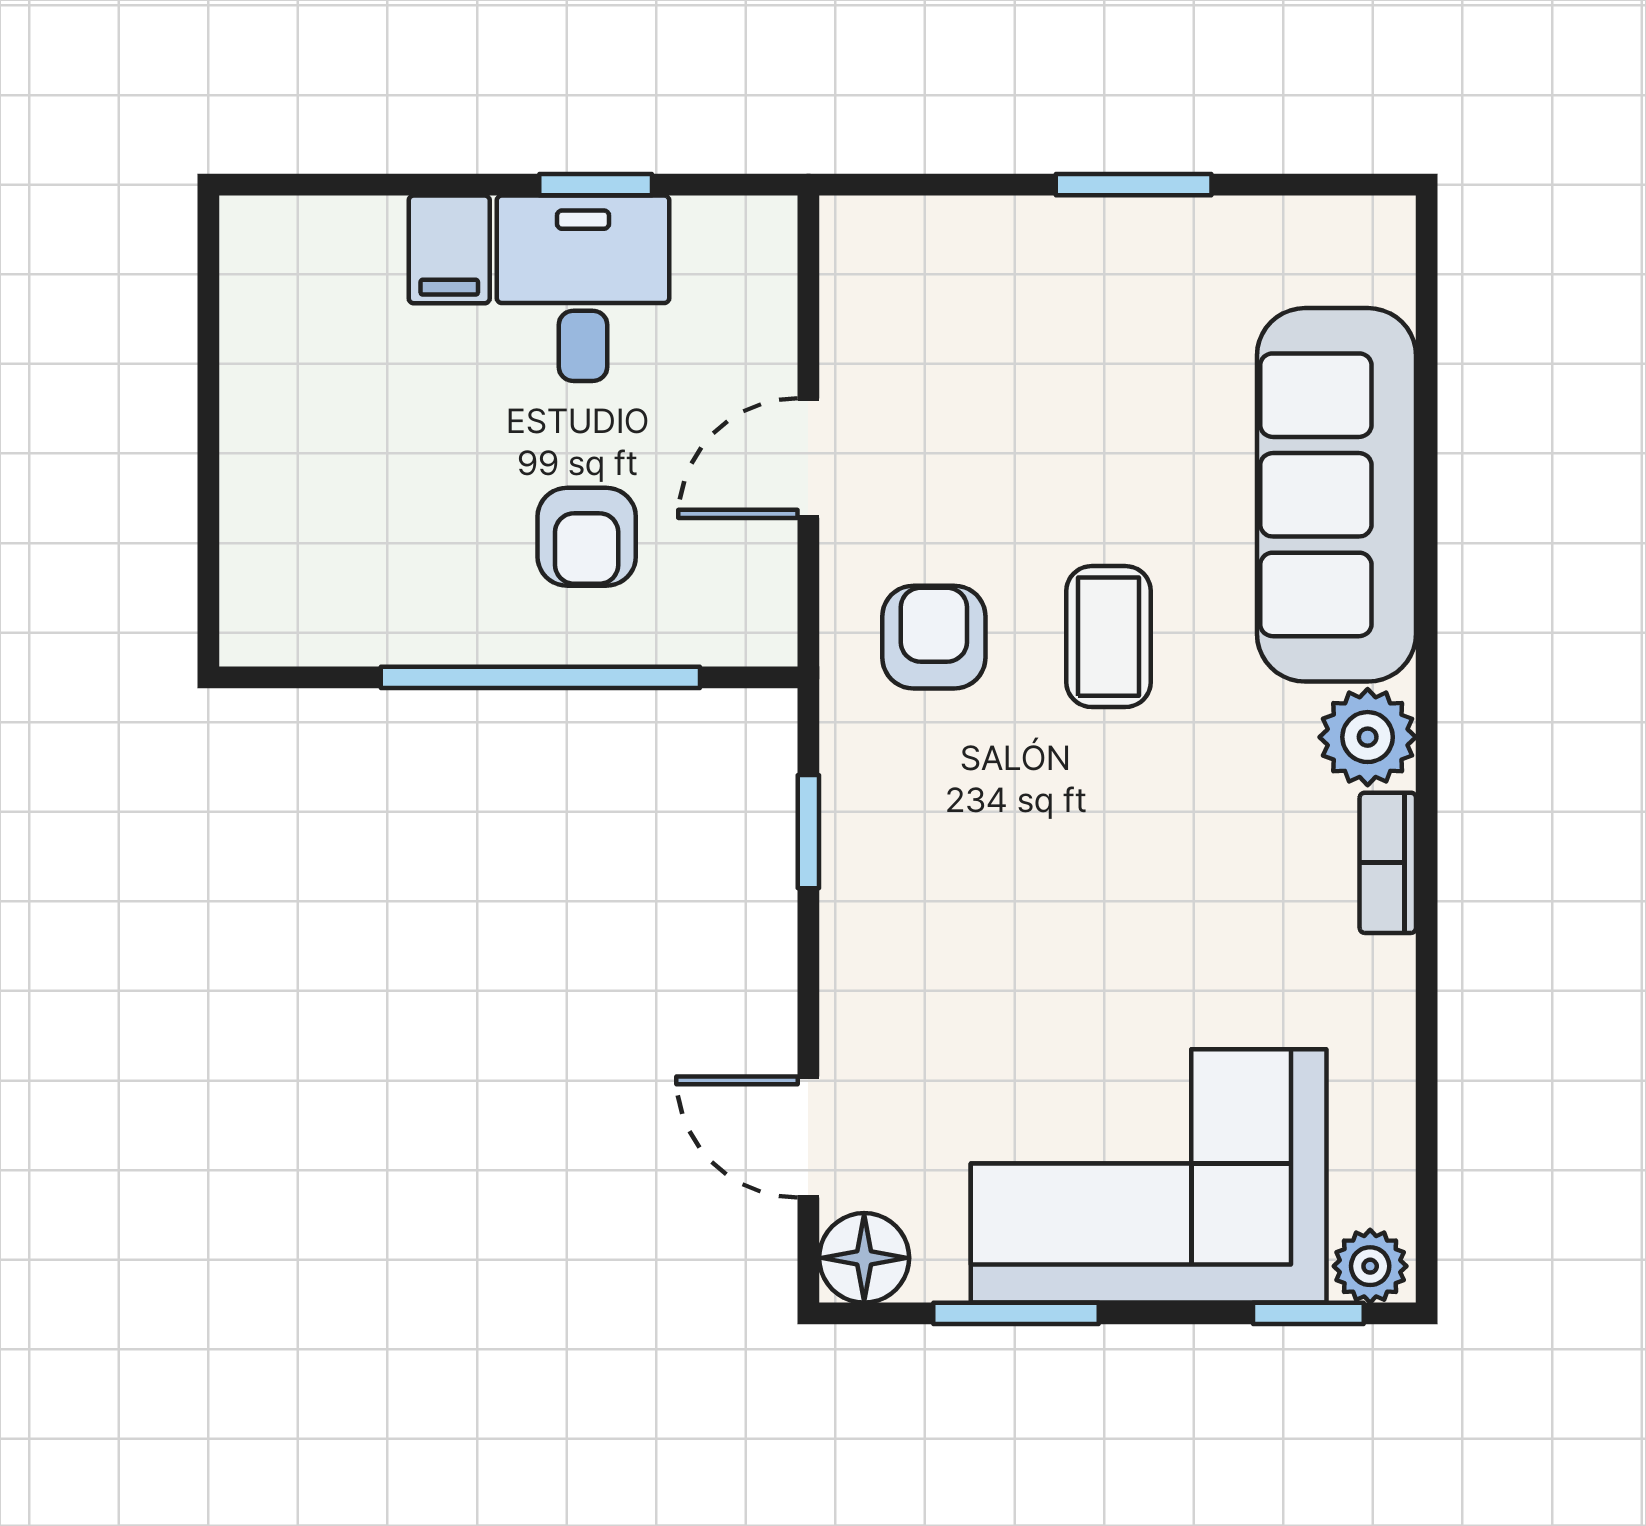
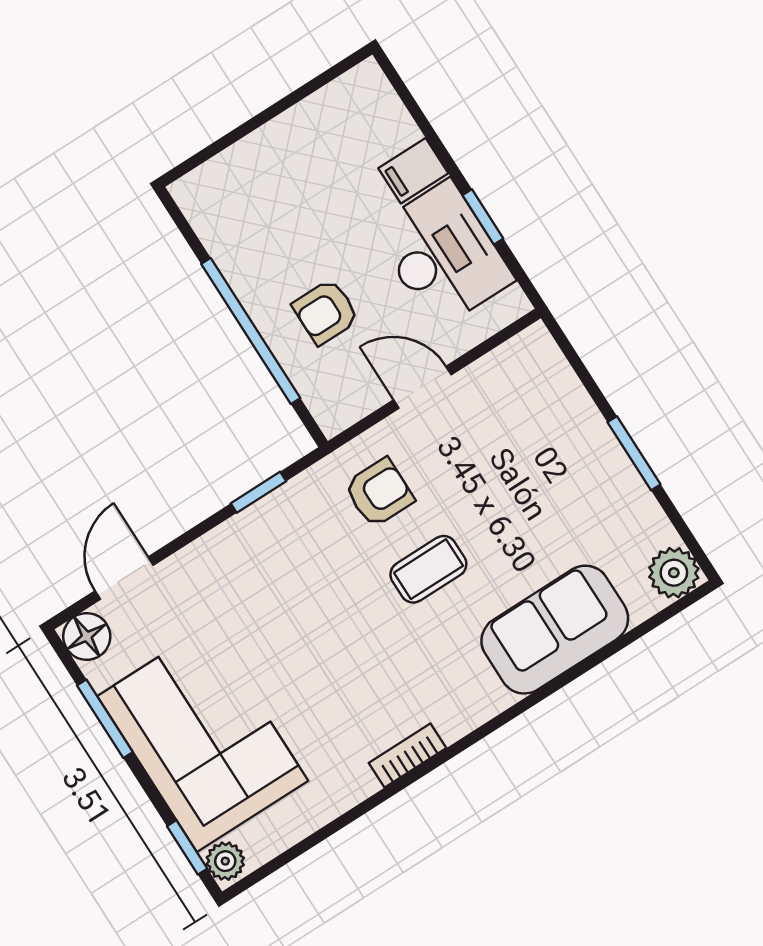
desk: (583, 288) -> (443, 255), width x1.37
sofa: (1337, 495) -> (555, 630), width x0.73
plant: (1368, 737) -> (674, 573), moved

